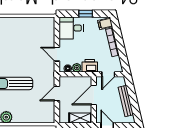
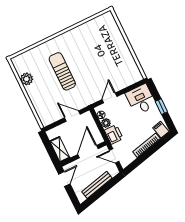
door: (94, 95) -> (88, 152), hinge flipped

